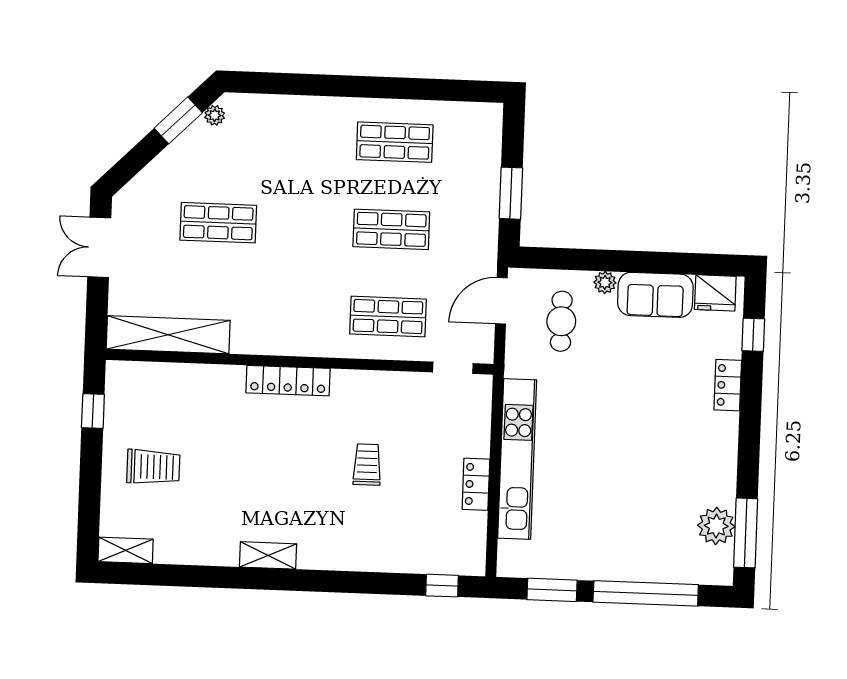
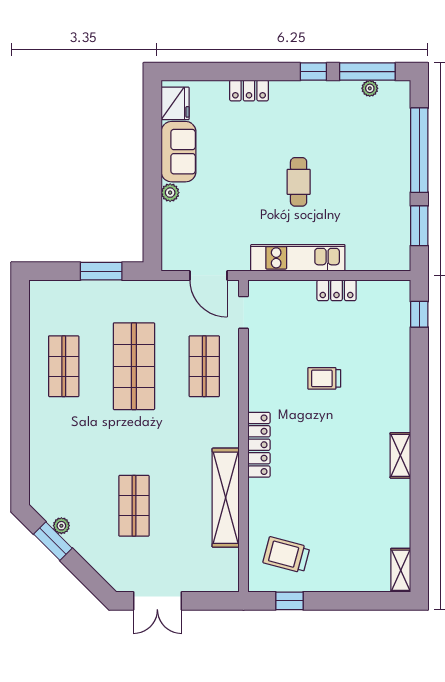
plant: (215, 115) -> (61, 526), moved
shop shelf: (391, 229) -> (134, 366), width x1.43, depth x1.36
door: (501, 301) -> (208, 275), moved
cafe table: (561, 321) -> (299, 182), moved, turned 90
shelving: (168, 335) -> (226, 498), moved
window: (753, 335) -> (313, 72), moved
kitchen unit: (517, 459) -> (298, 258), width x0.73
trolley: (153, 467) -> (286, 555), moved, turned -75
plant: (716, 526) -> (370, 88), width x0.53, depth x0.53

